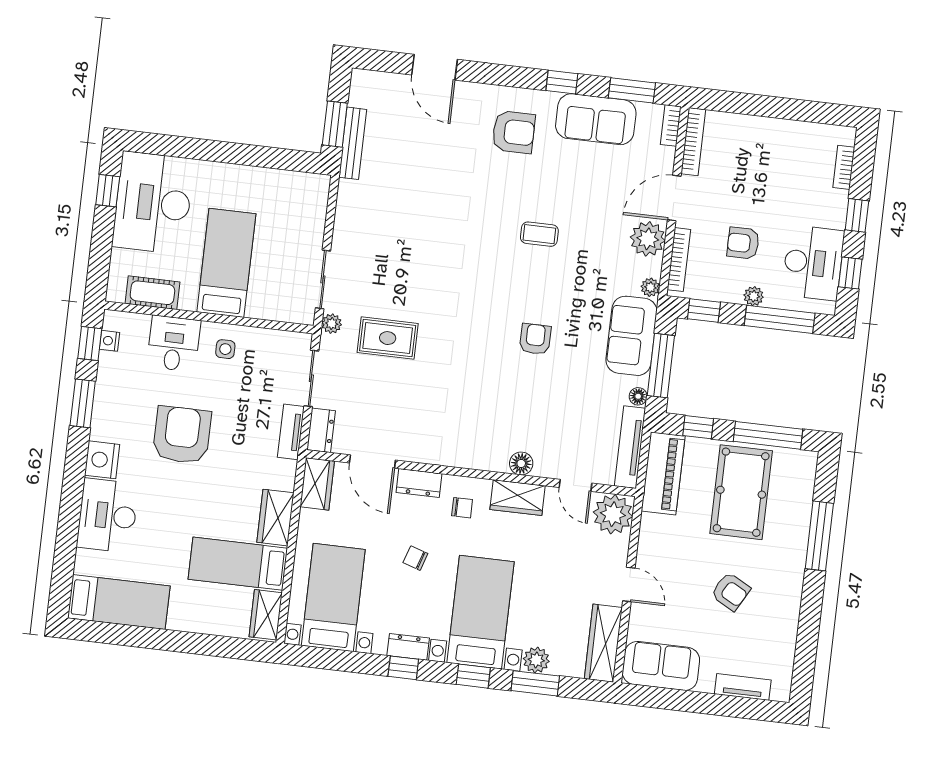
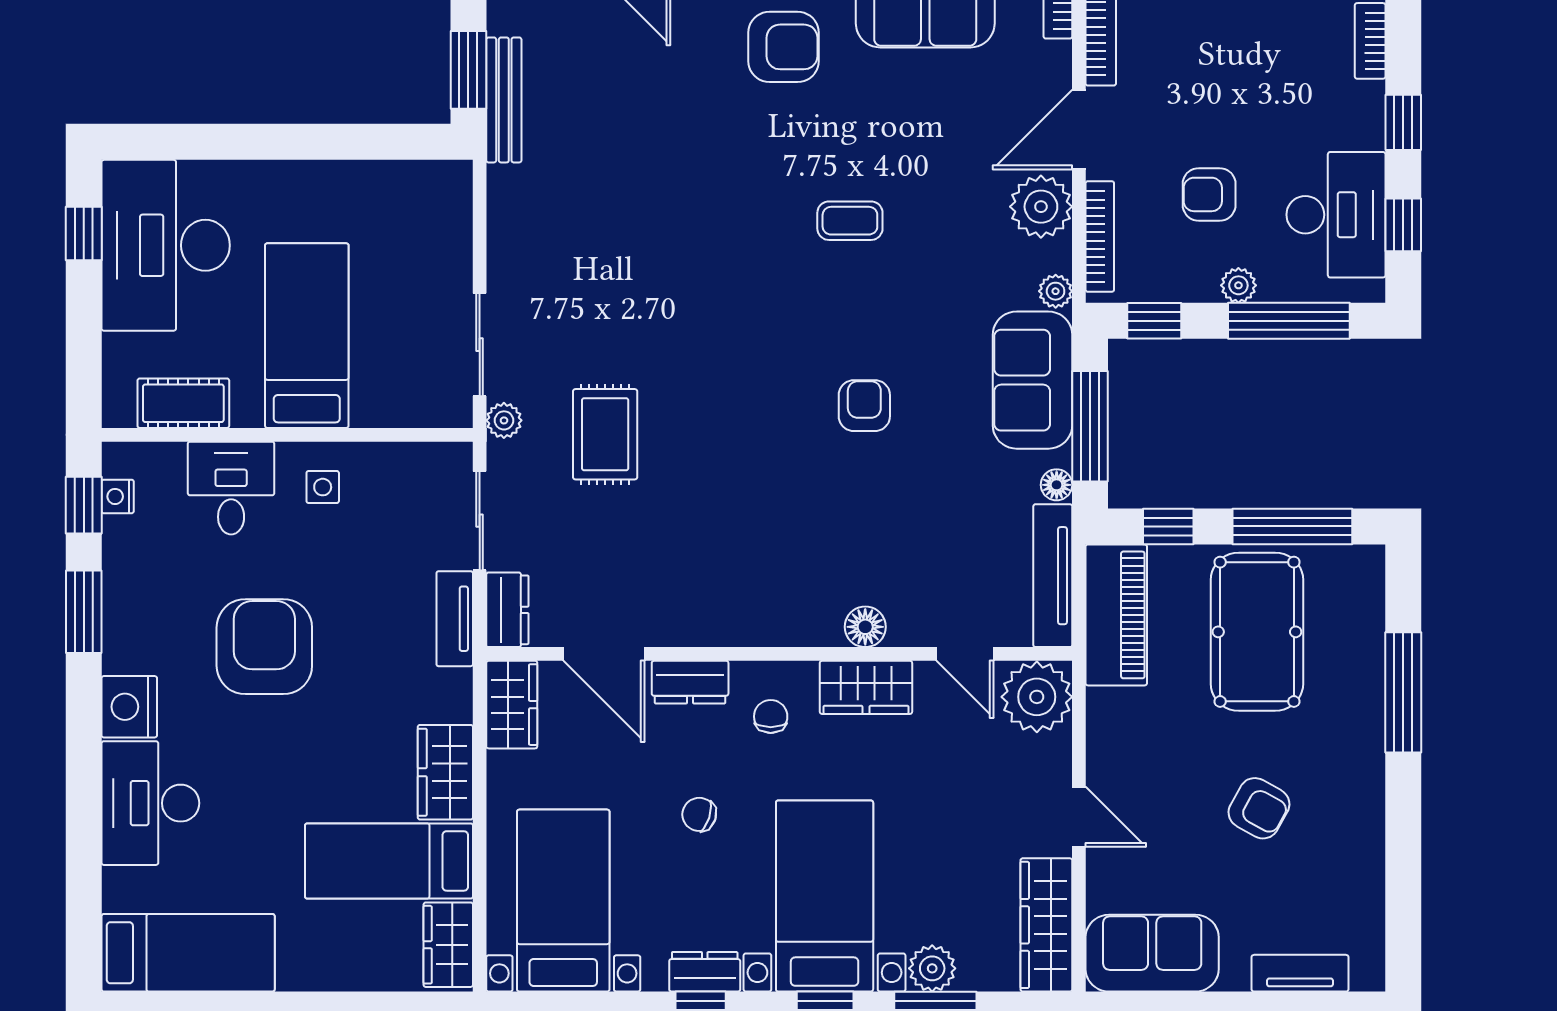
rug: (388, 338) -> (605, 434), turned 90
chair: (462, 508) -> (771, 716), turned -90

